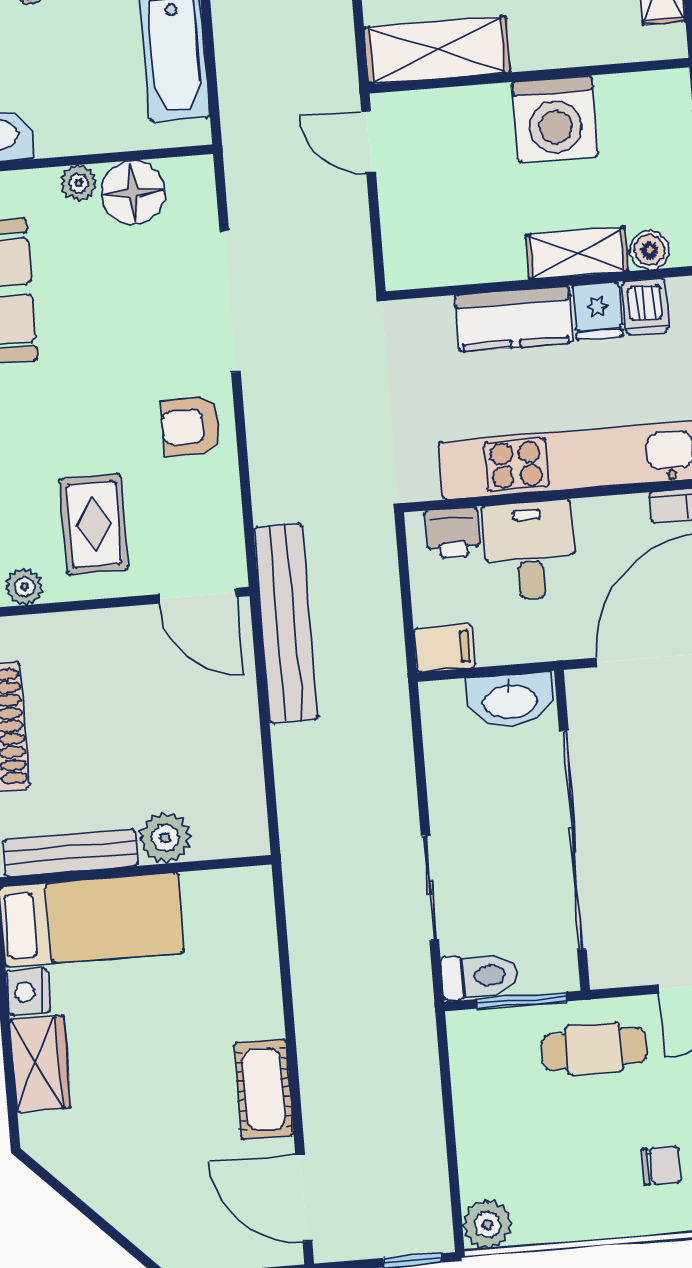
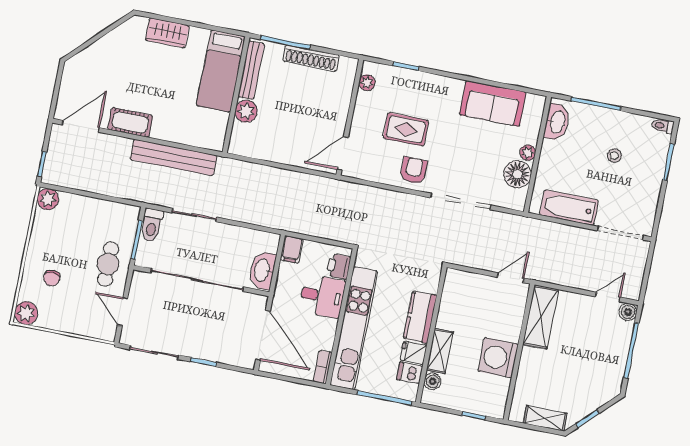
rug: (94, 524) -> (406, 129), moved
bench: (286, 623) -> (174, 157), moved
nightstand: (28, 992) -> (199, 36), removed

